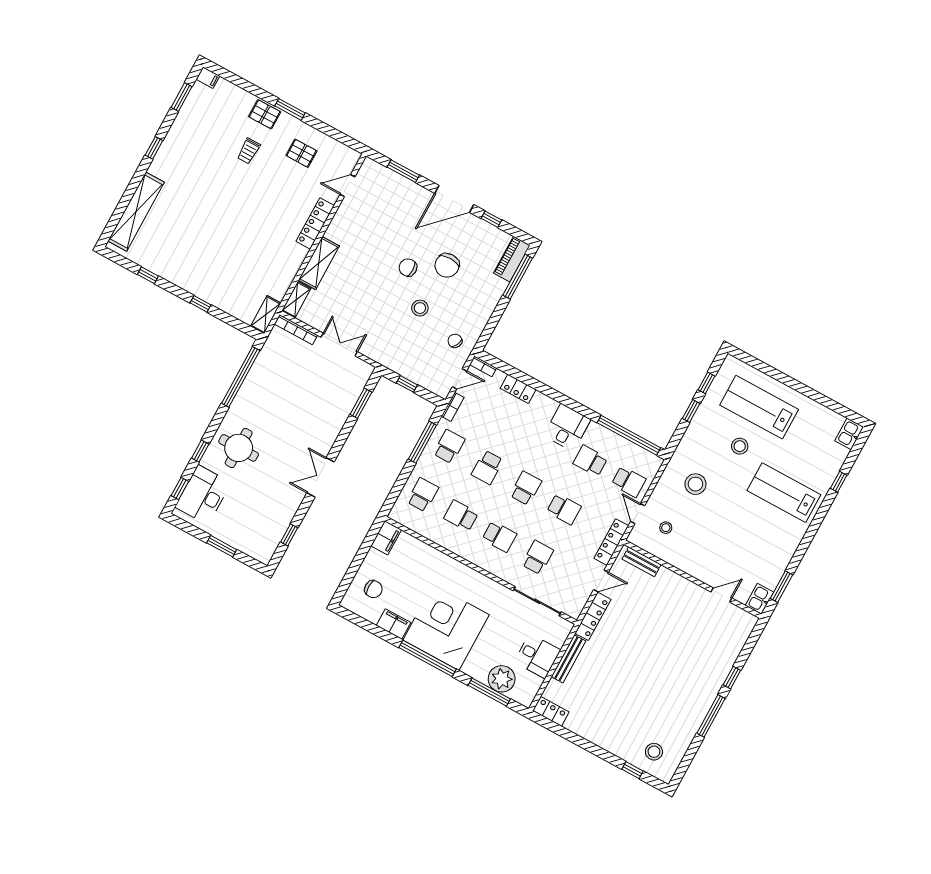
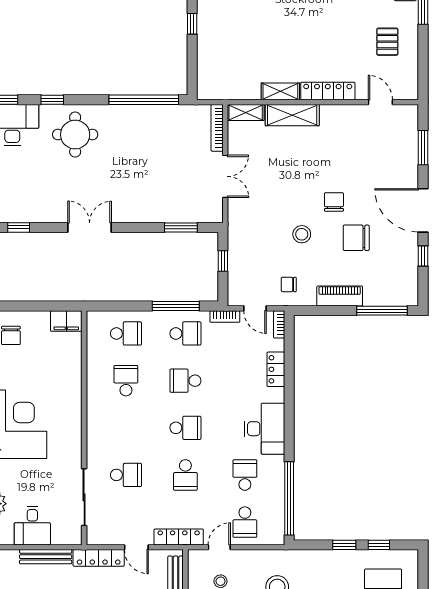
piano: (512, 259) -> (340, 296), moved
shelving: (266, 315) -> (280, 91), moved
chair: (455, 341) -> (289, 284), turned -116
desk: (567, 427) -> (265, 429), width x1.37
school desk: (499, 537) -> (126, 428), removed

